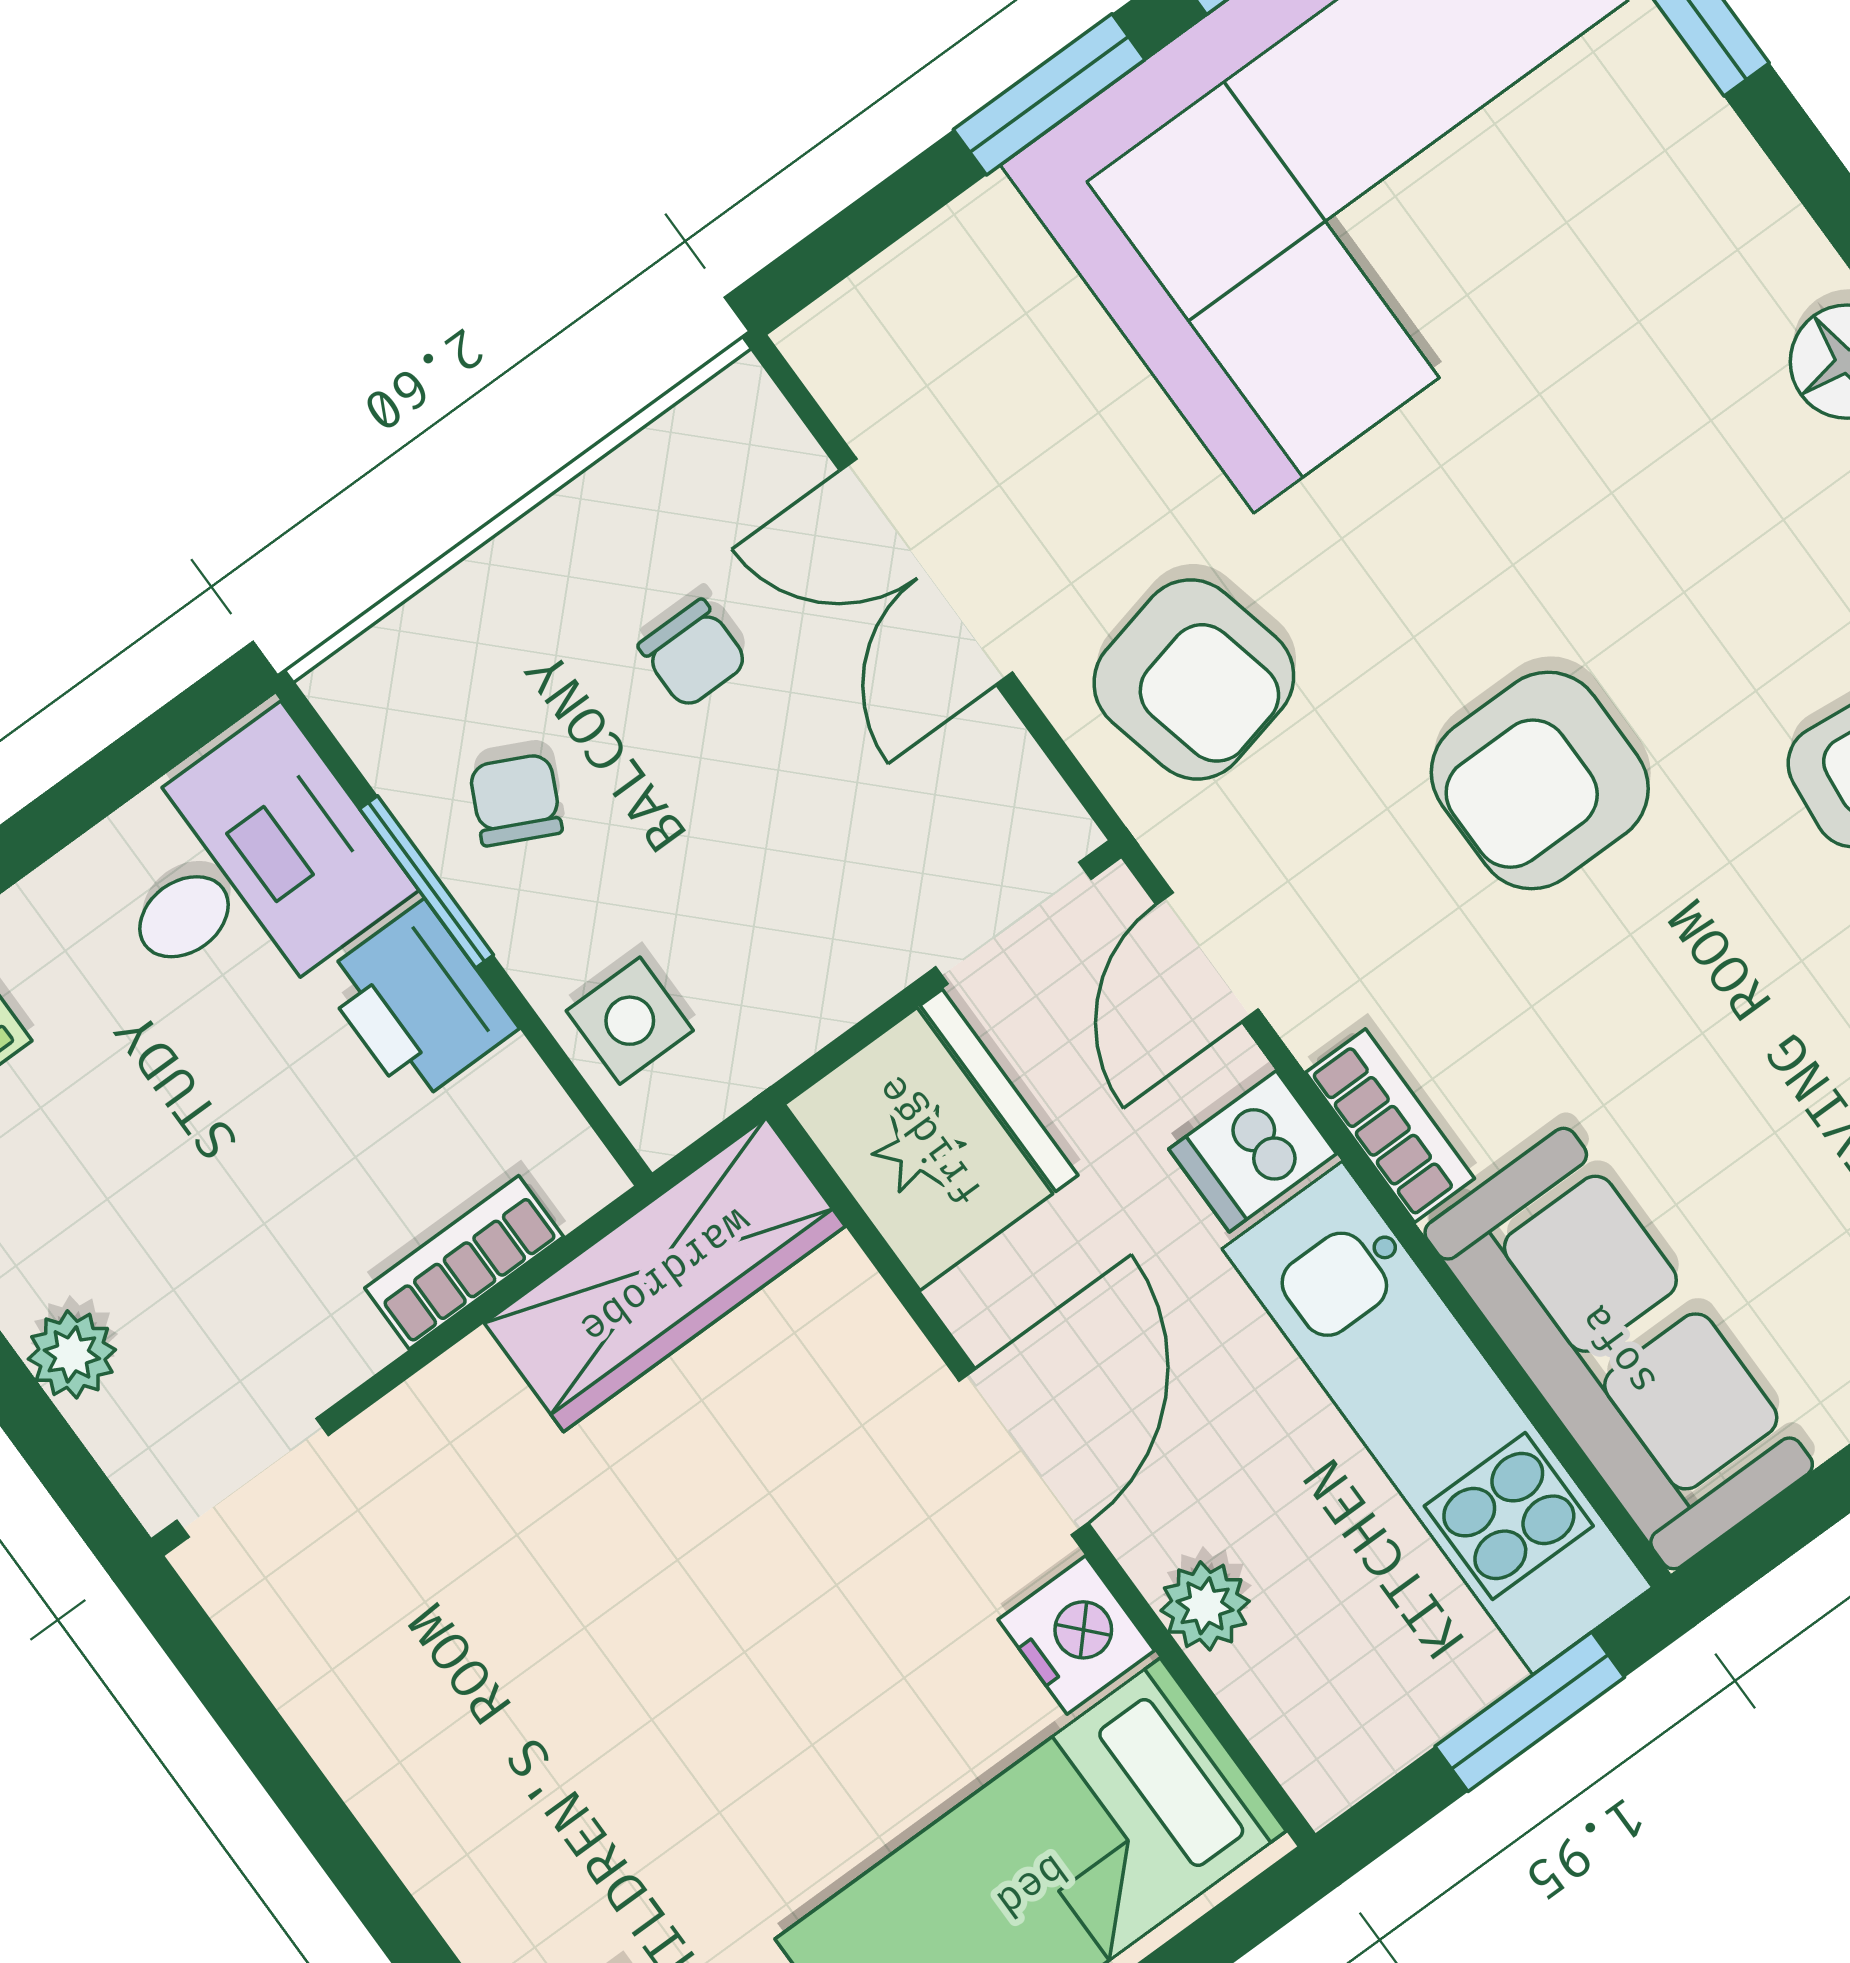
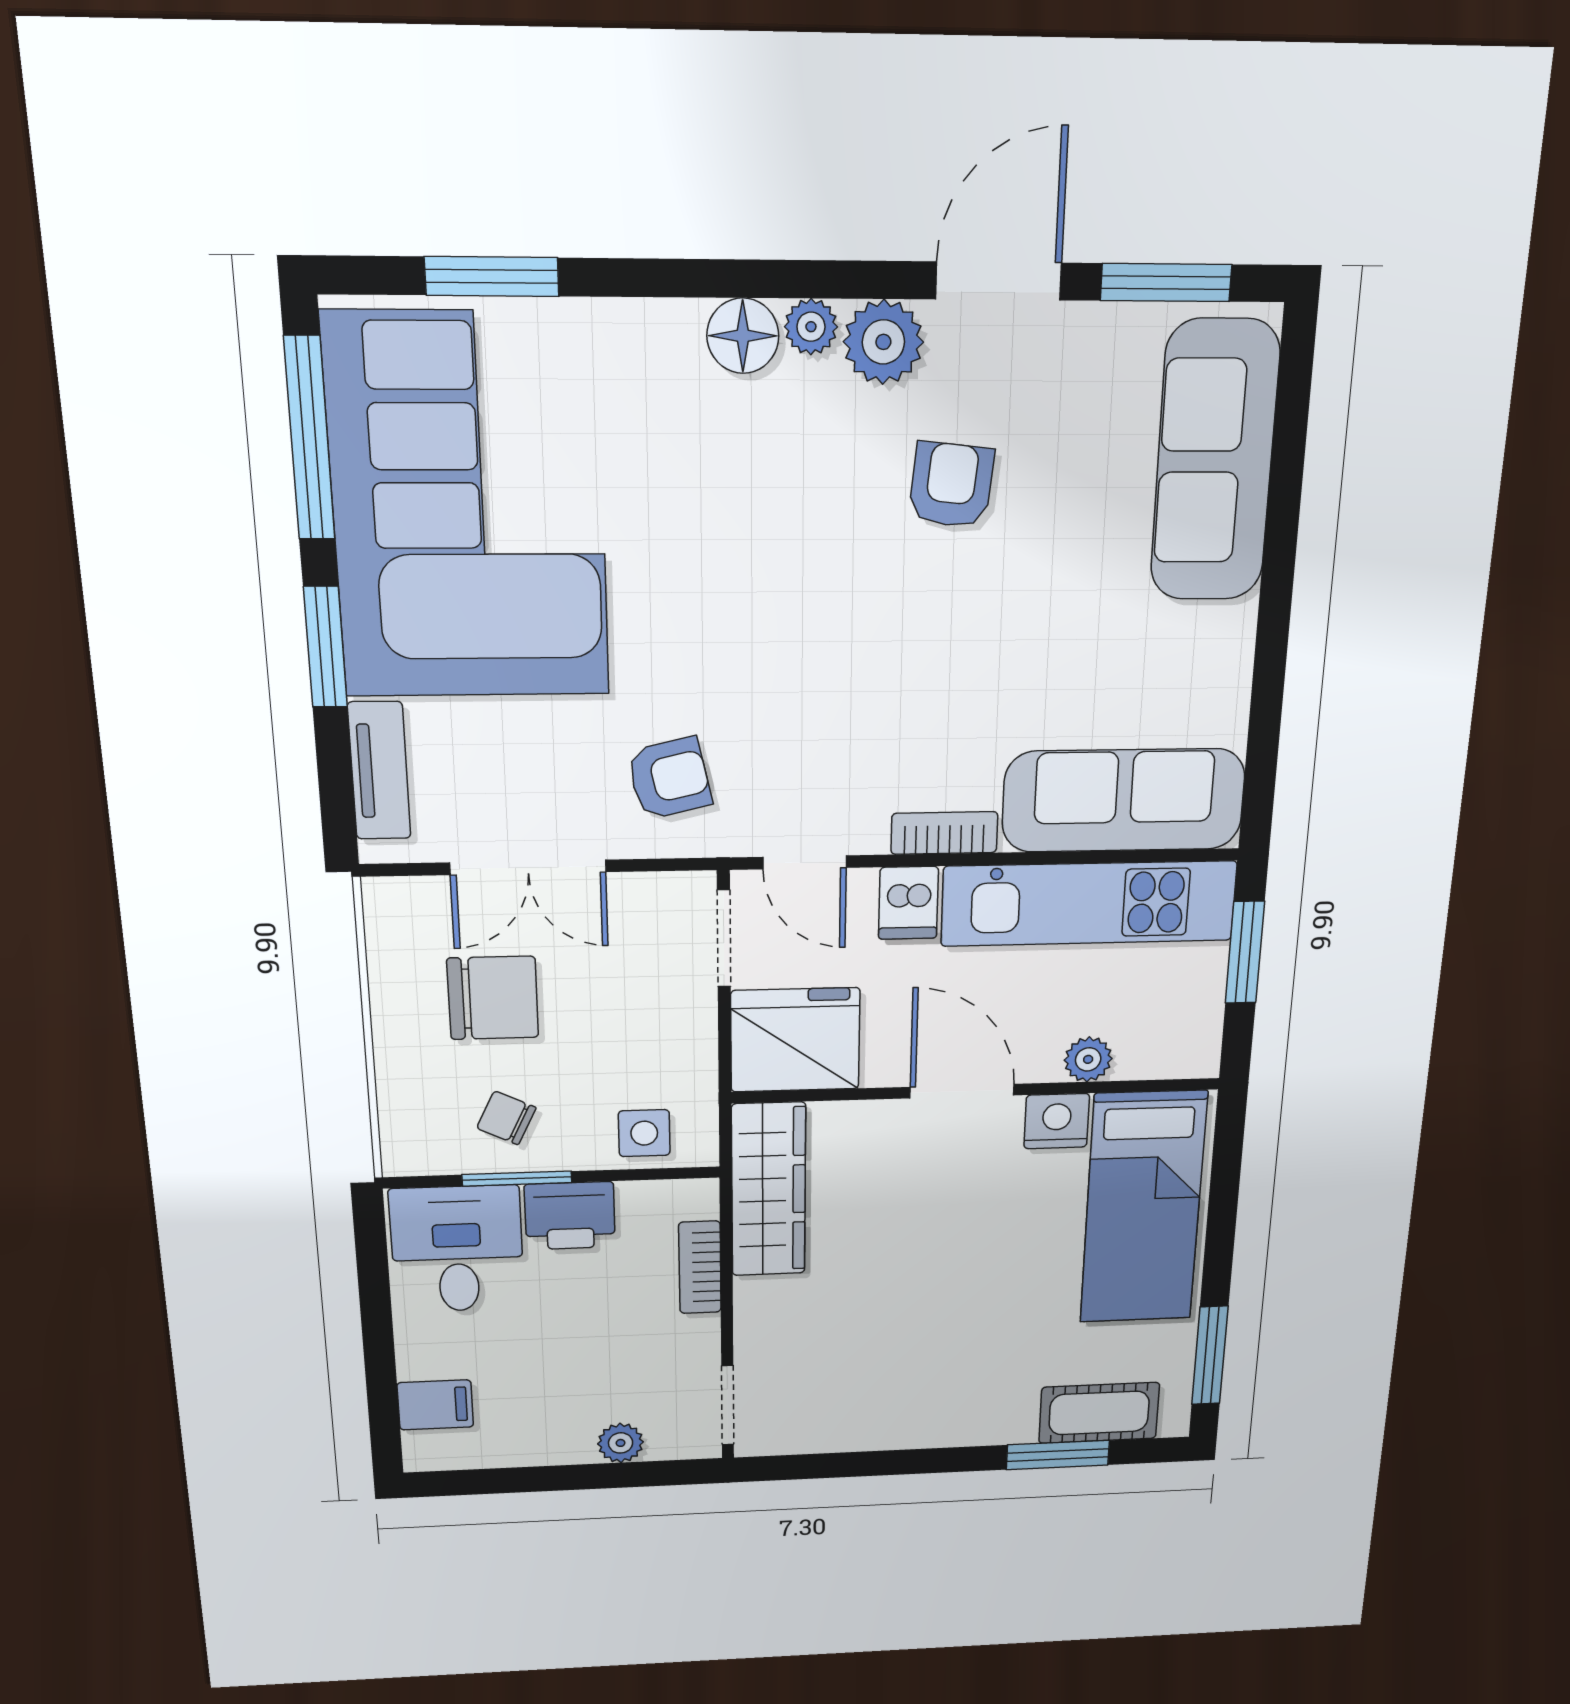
tv unit: (924, 276) -> (379, 771), added
chair: (693, 654) -> (493, 998), width x1.87, depth x1.87
armchair: (1194, 679) -> (669, 778), width x0.72, depth x0.72
armchair: (1540, 780) -> (838, 648), removed

